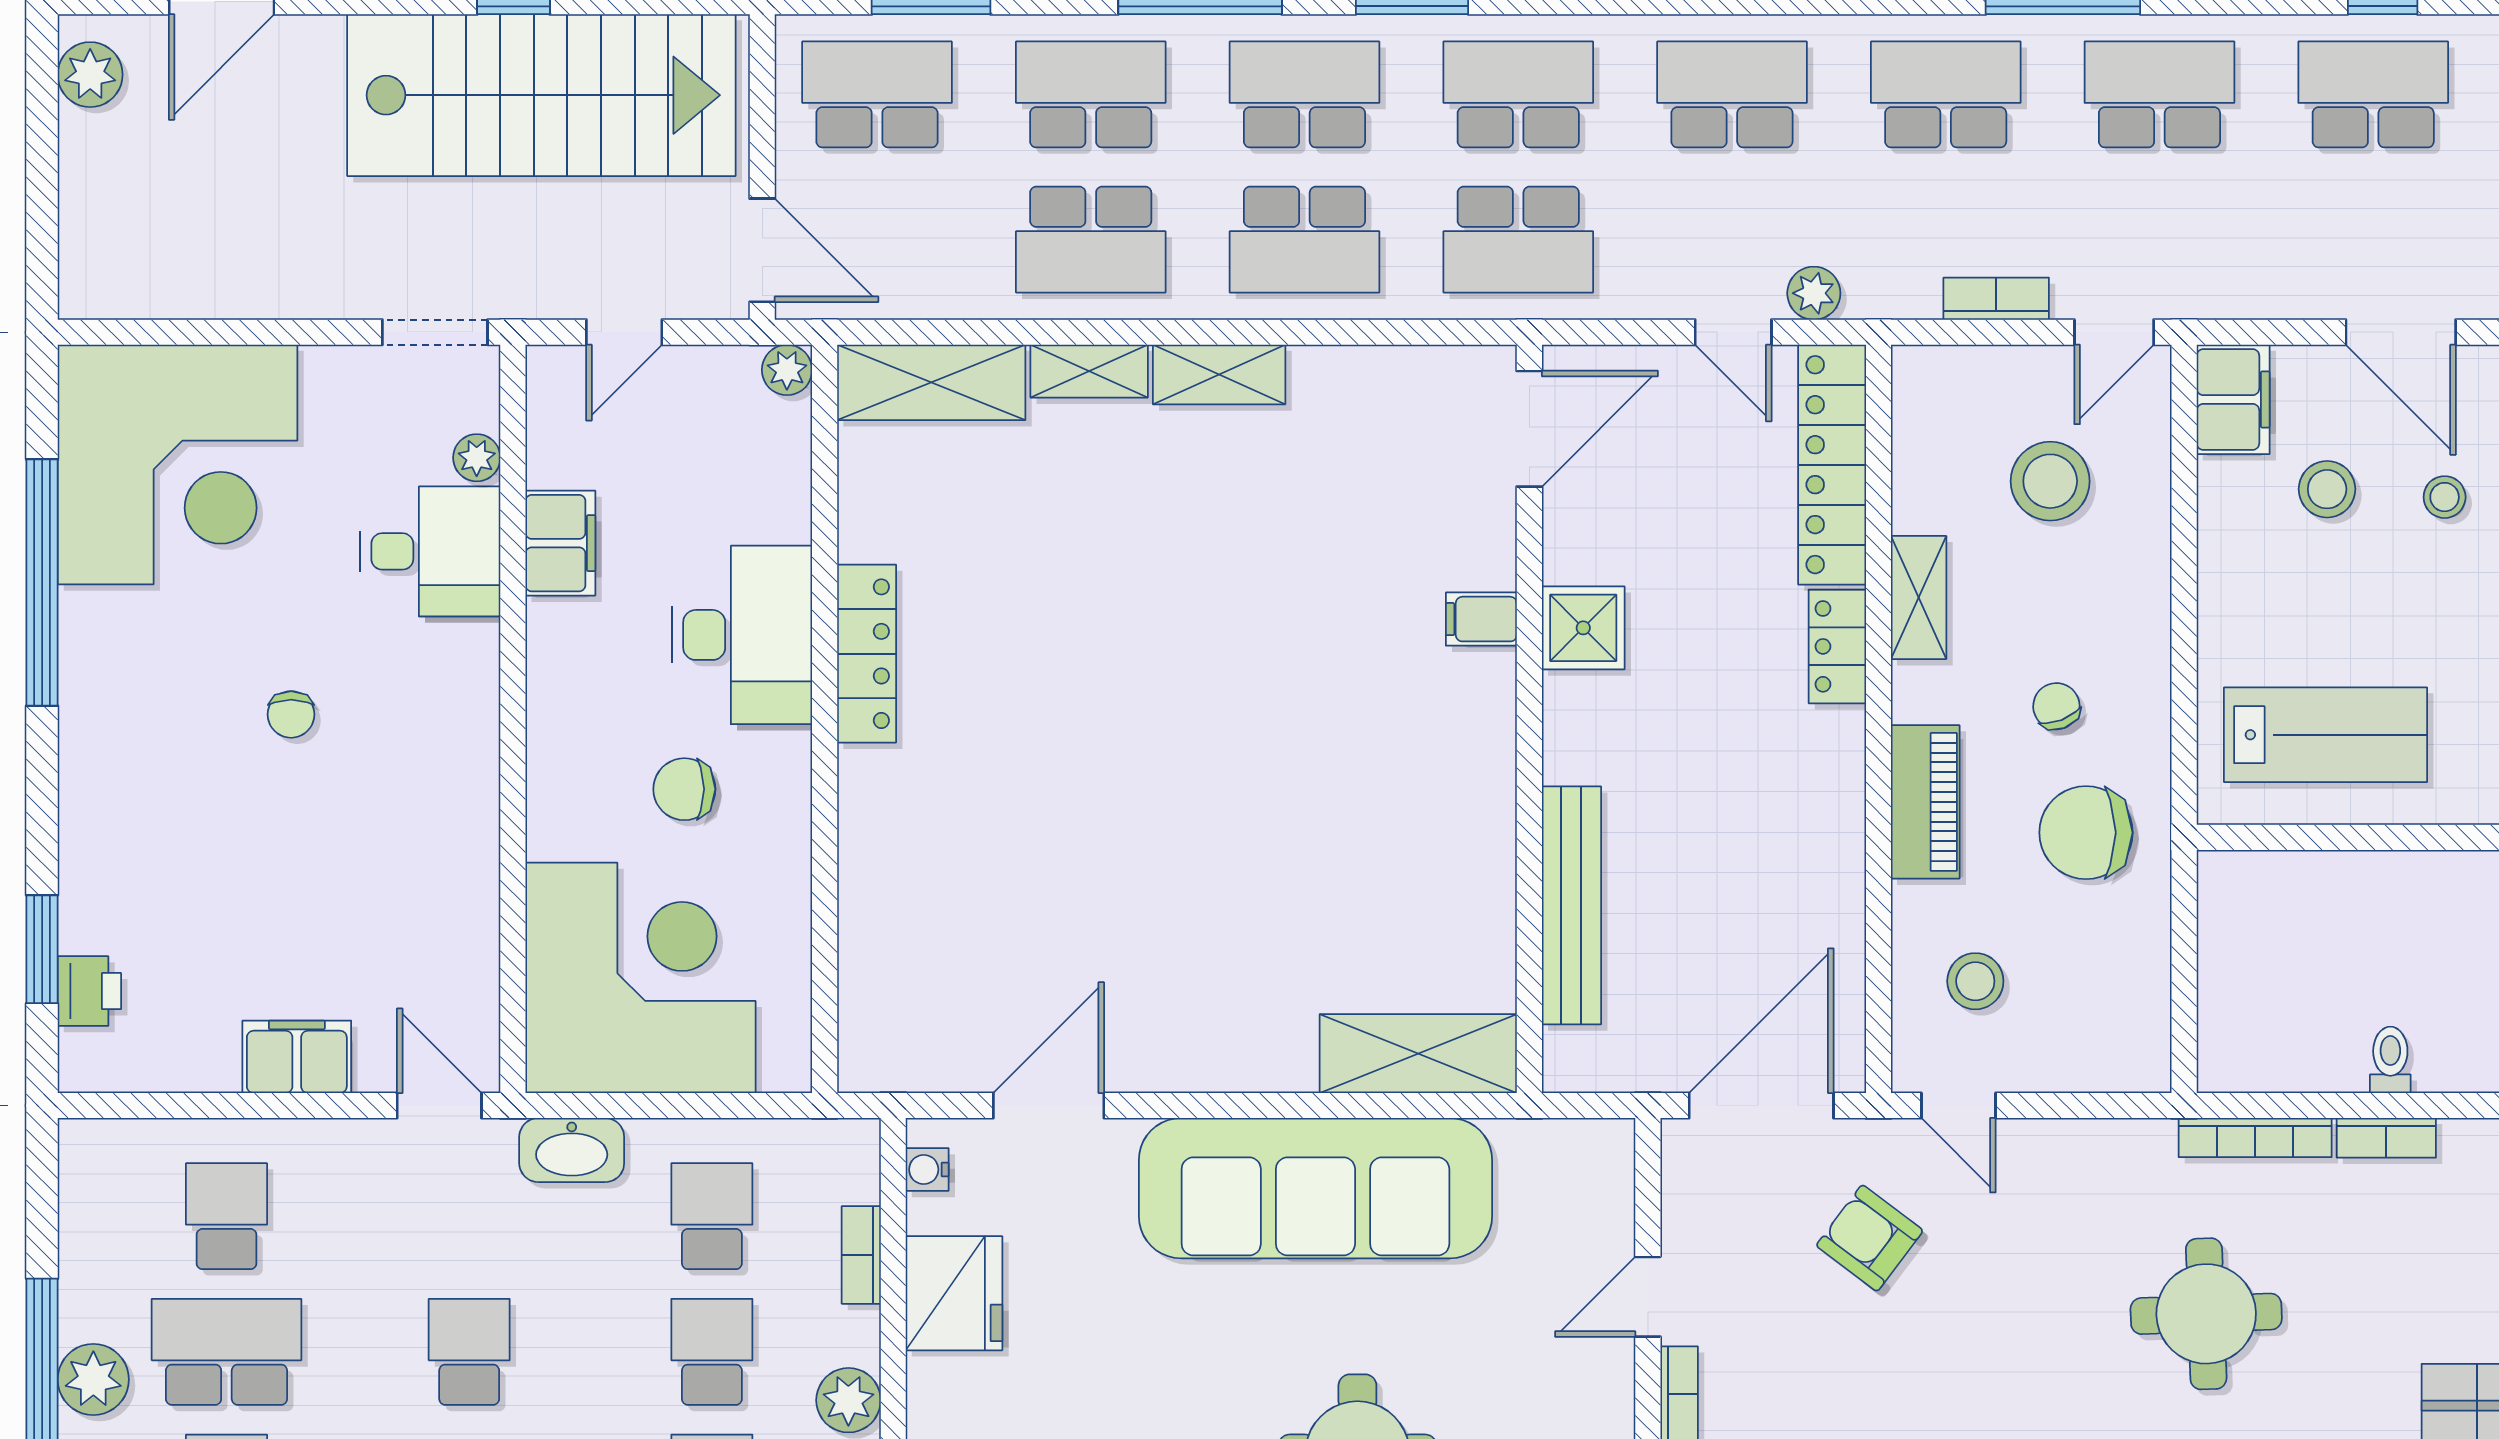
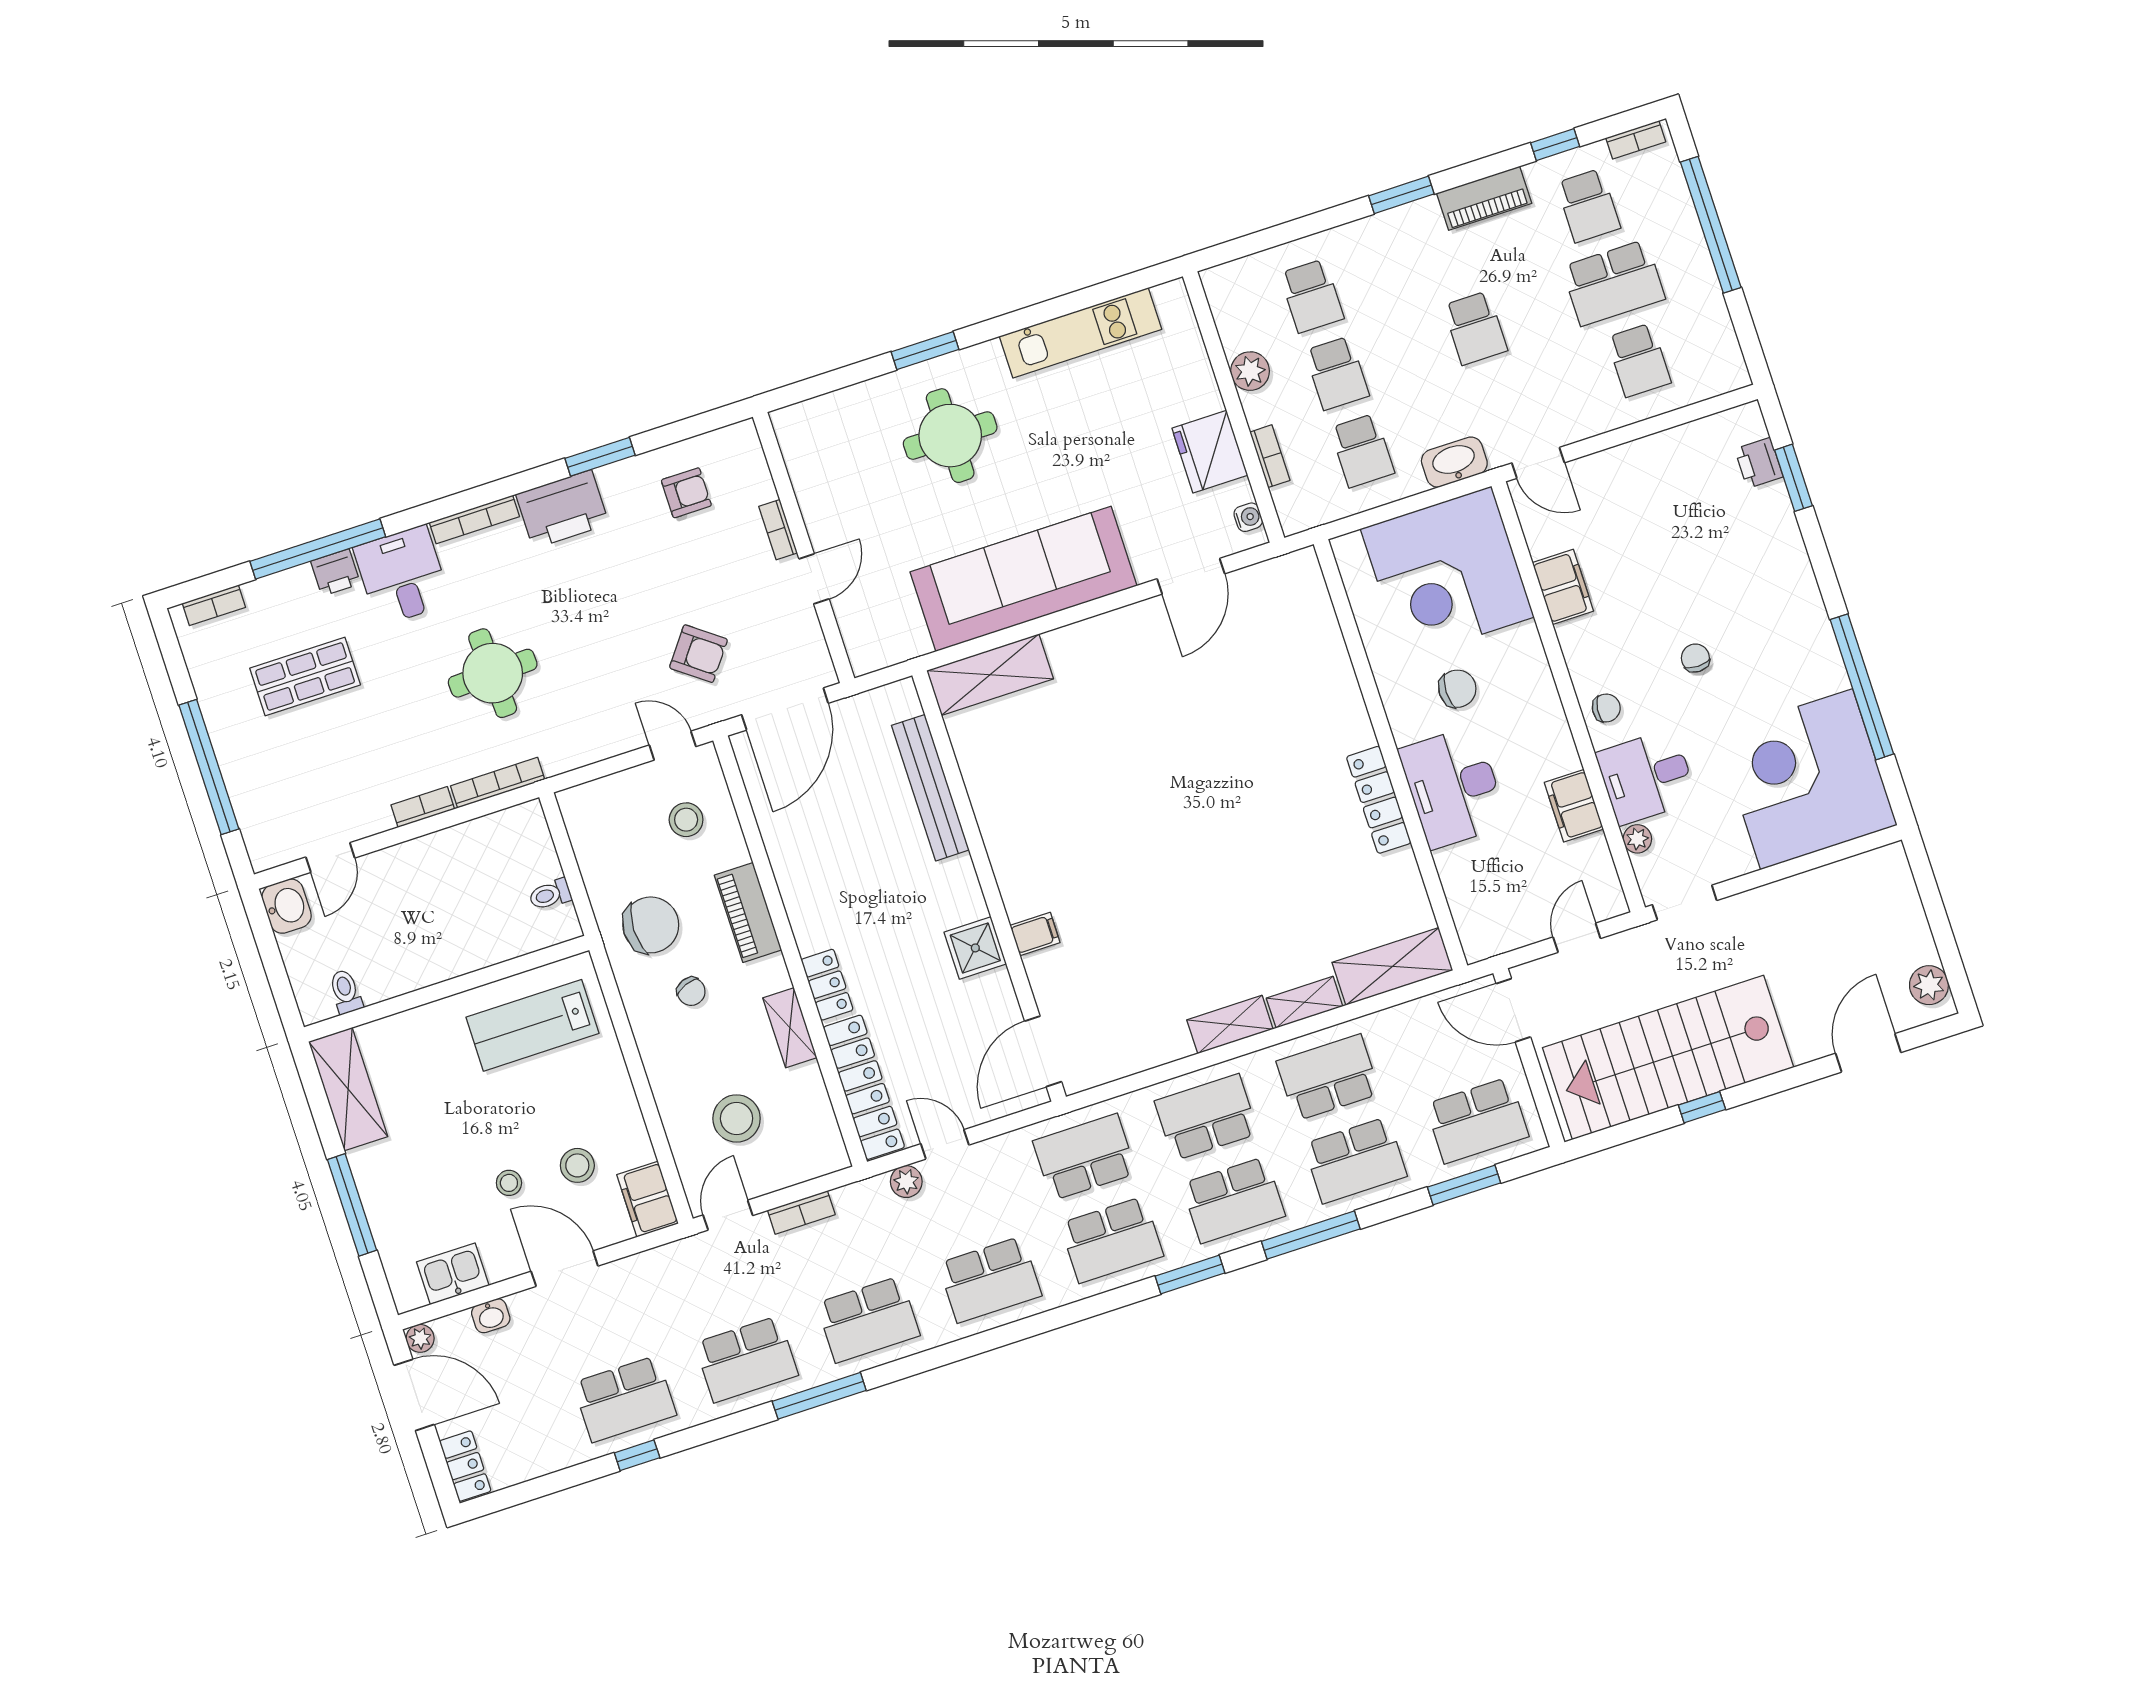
plant: (787, 370) -> (1477, 947), removed
chair: (458, 681) -> (1606, 708), added
filing cabinet: (297, 1057) -> (1563, 587), moved, turned -90
toilet: (2390, 1060) -> (550, 894), moved, turned 90
plant: (93, 1379) -> (1684, 242), removed

